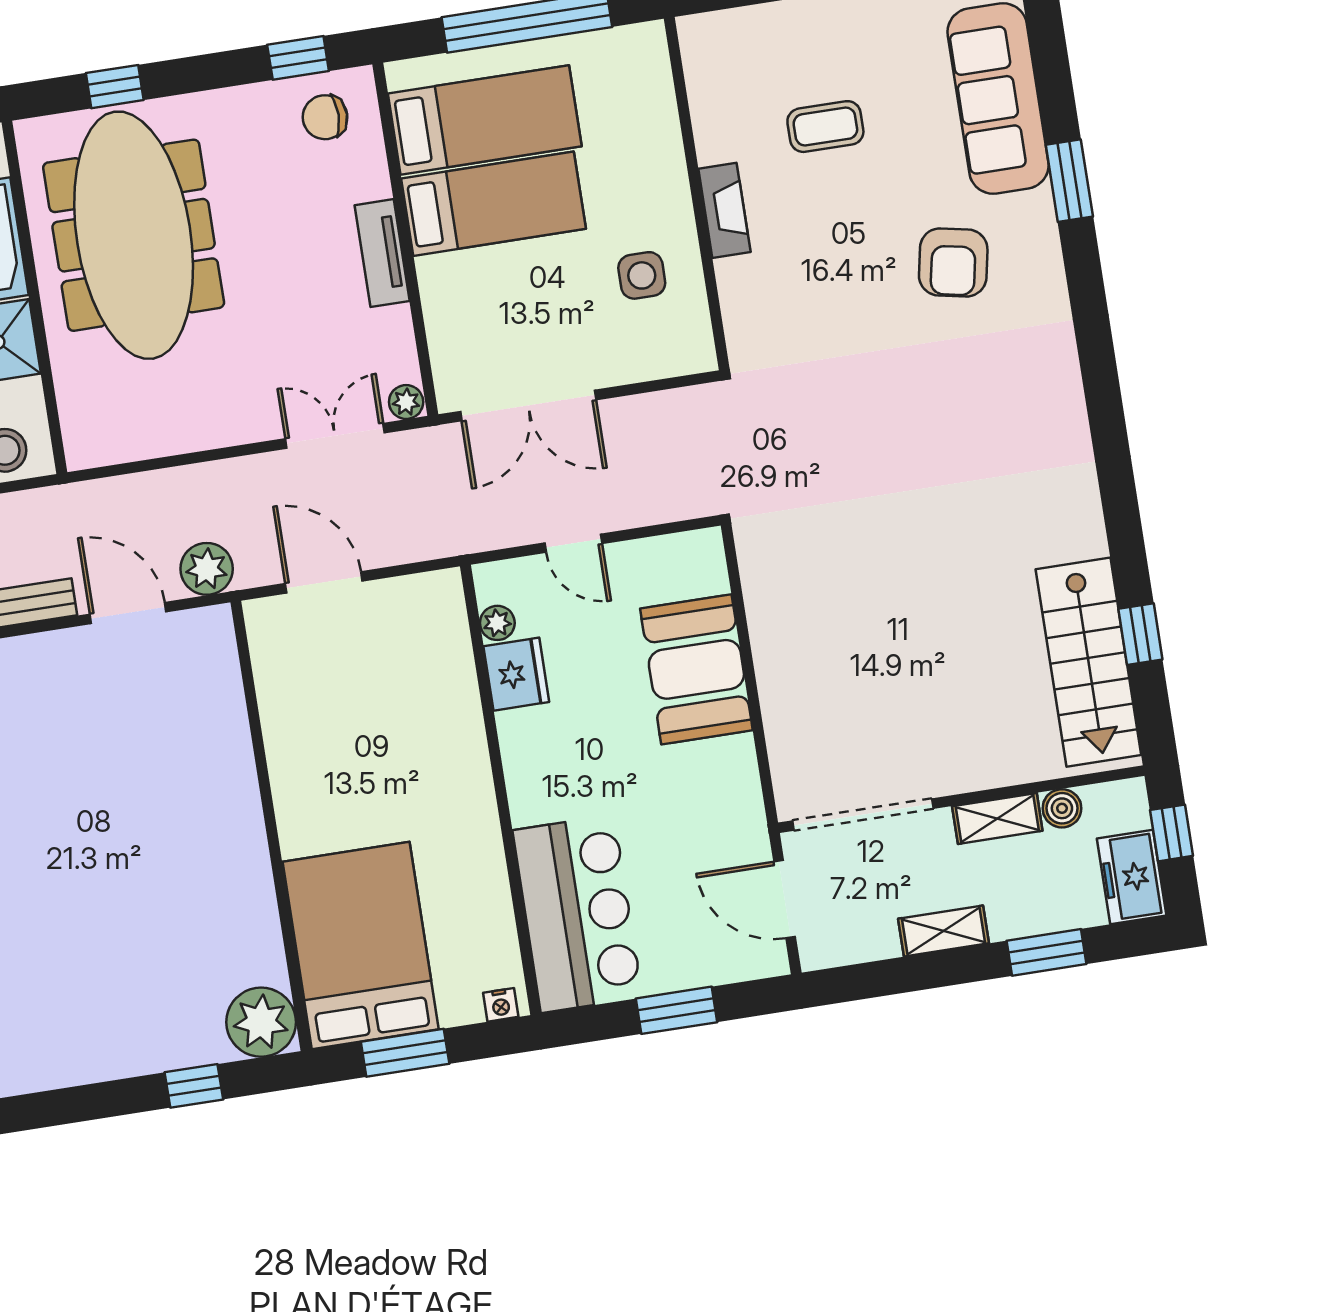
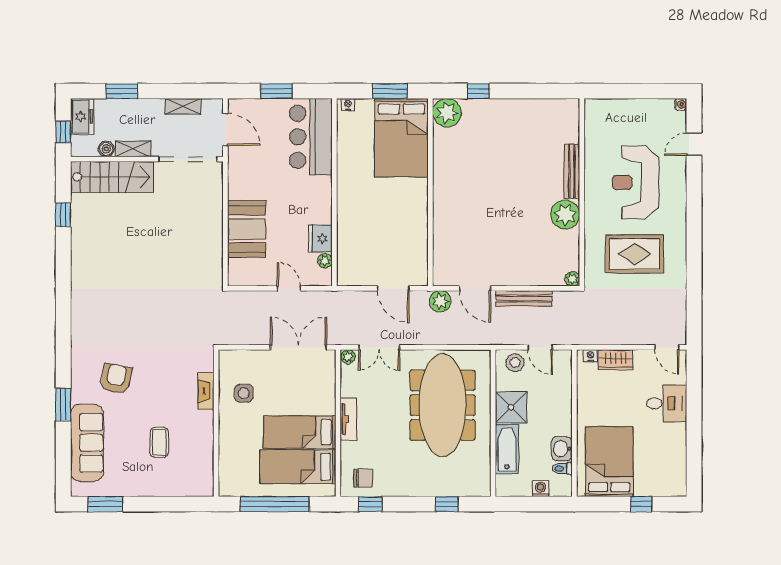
coffee table: (825, 127) -> (159, 442), turned 90
fireplace: (724, 210) -> (206, 391), moved
meeting table: (134, 235) -> (443, 405), moved
stairs: (1088, 662) -> (112, 177), moved, turned 90
shelving: (943, 931) -> (183, 106), moved

